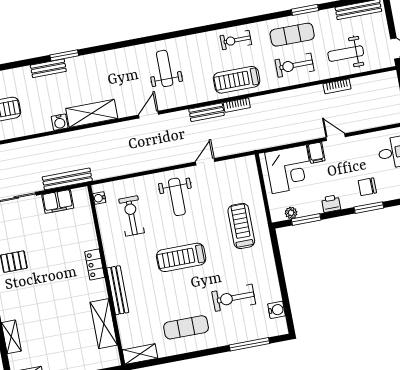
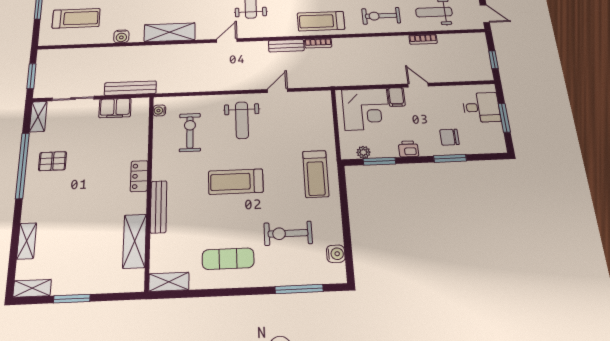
water cooler: (60, 122) -> (121, 36), moved
treadmill: (241, 226) -> (316, 174), moved, turned 180

